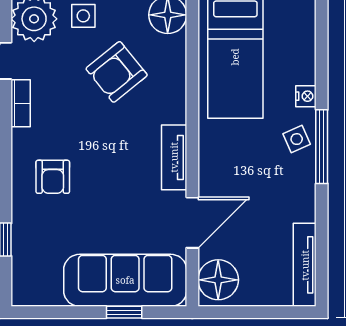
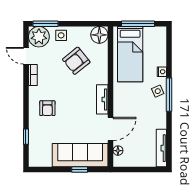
floor lamp: (218, 280) -> (118, 151), width x0.53, depth x0.53

